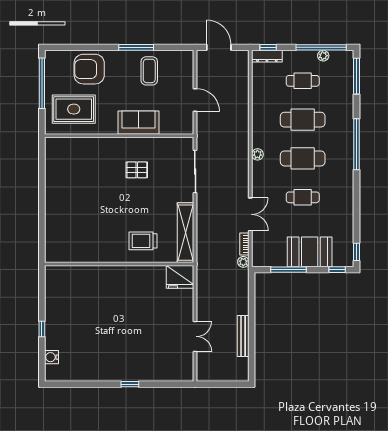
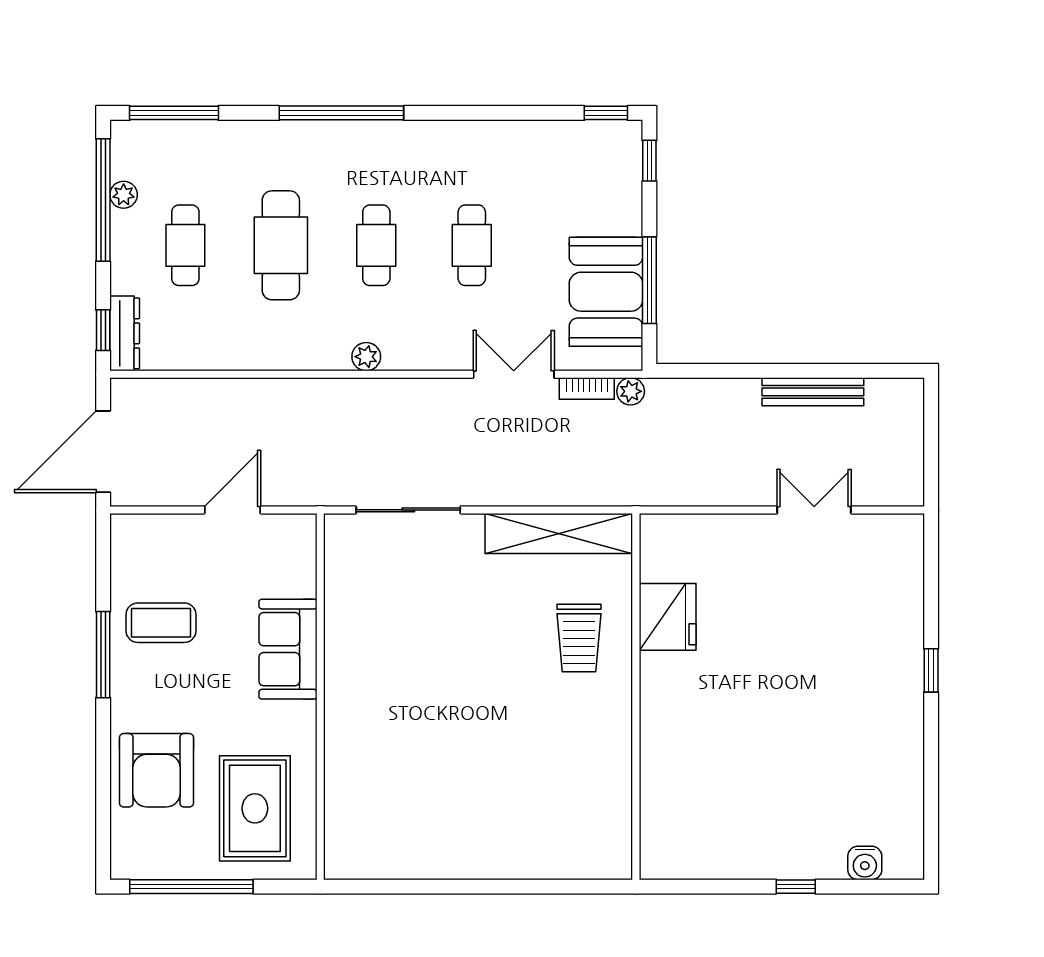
door: (219, 47) -> (103, 452), width x1.36
cafe table: (303, 158) -> (376, 245), width x0.73, depth x0.74
pallet: (137, 170) -> (404, 653), removed
booth: (310, 252) -> (606, 292), moved
fridge: (180, 277) -> (668, 617), moved

